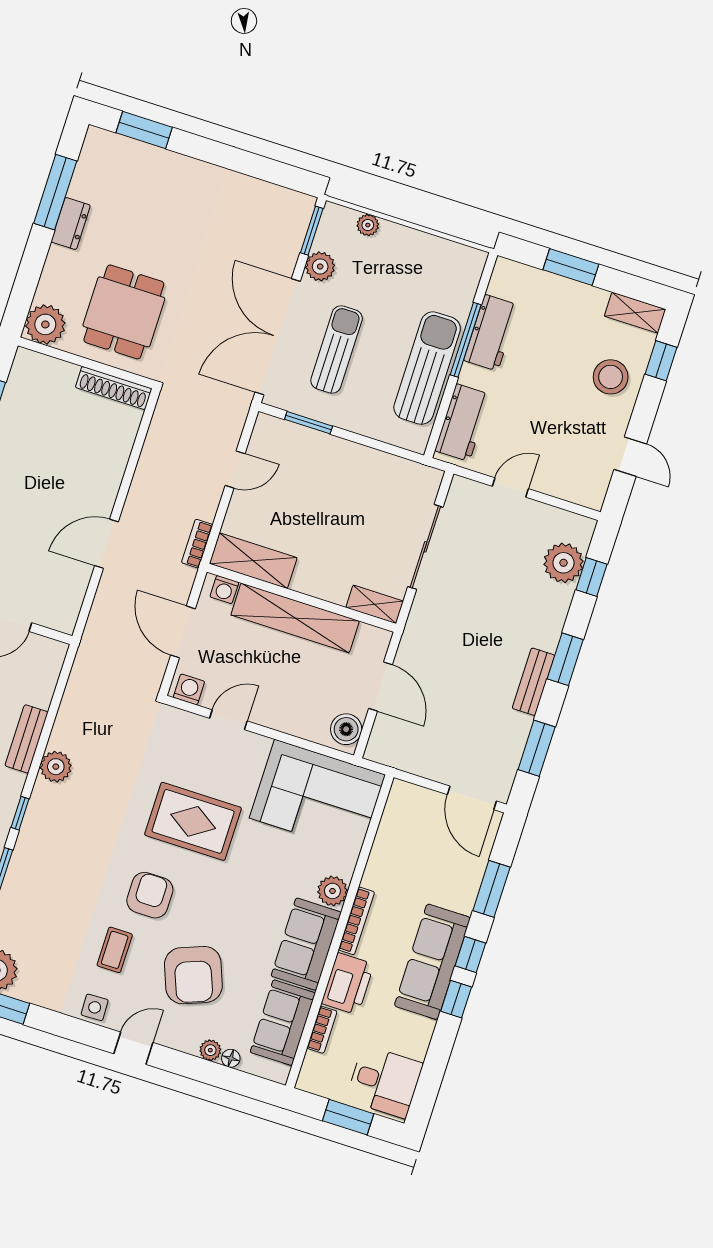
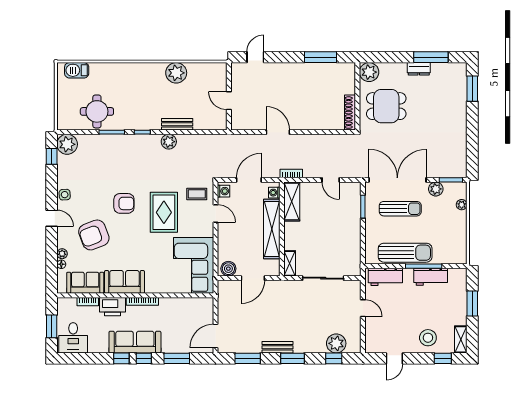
plant: (332, 891) -> (153, 286), removed
coffee table: (115, 950) -> (197, 194), moved

